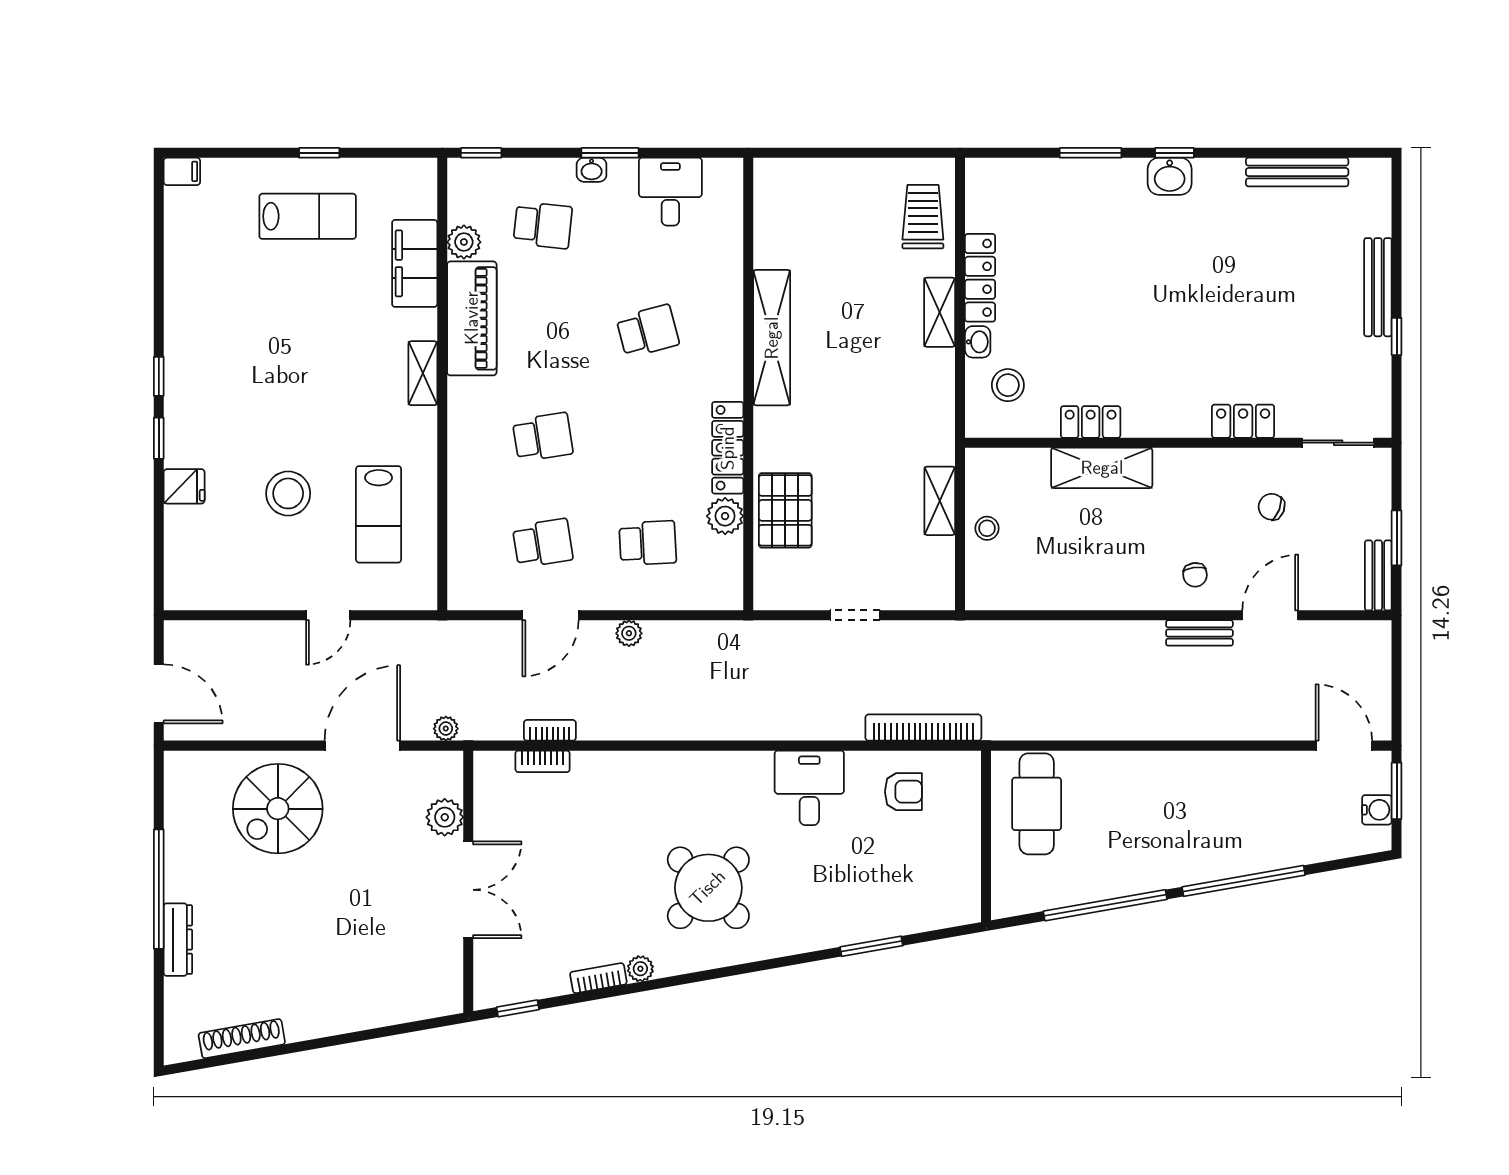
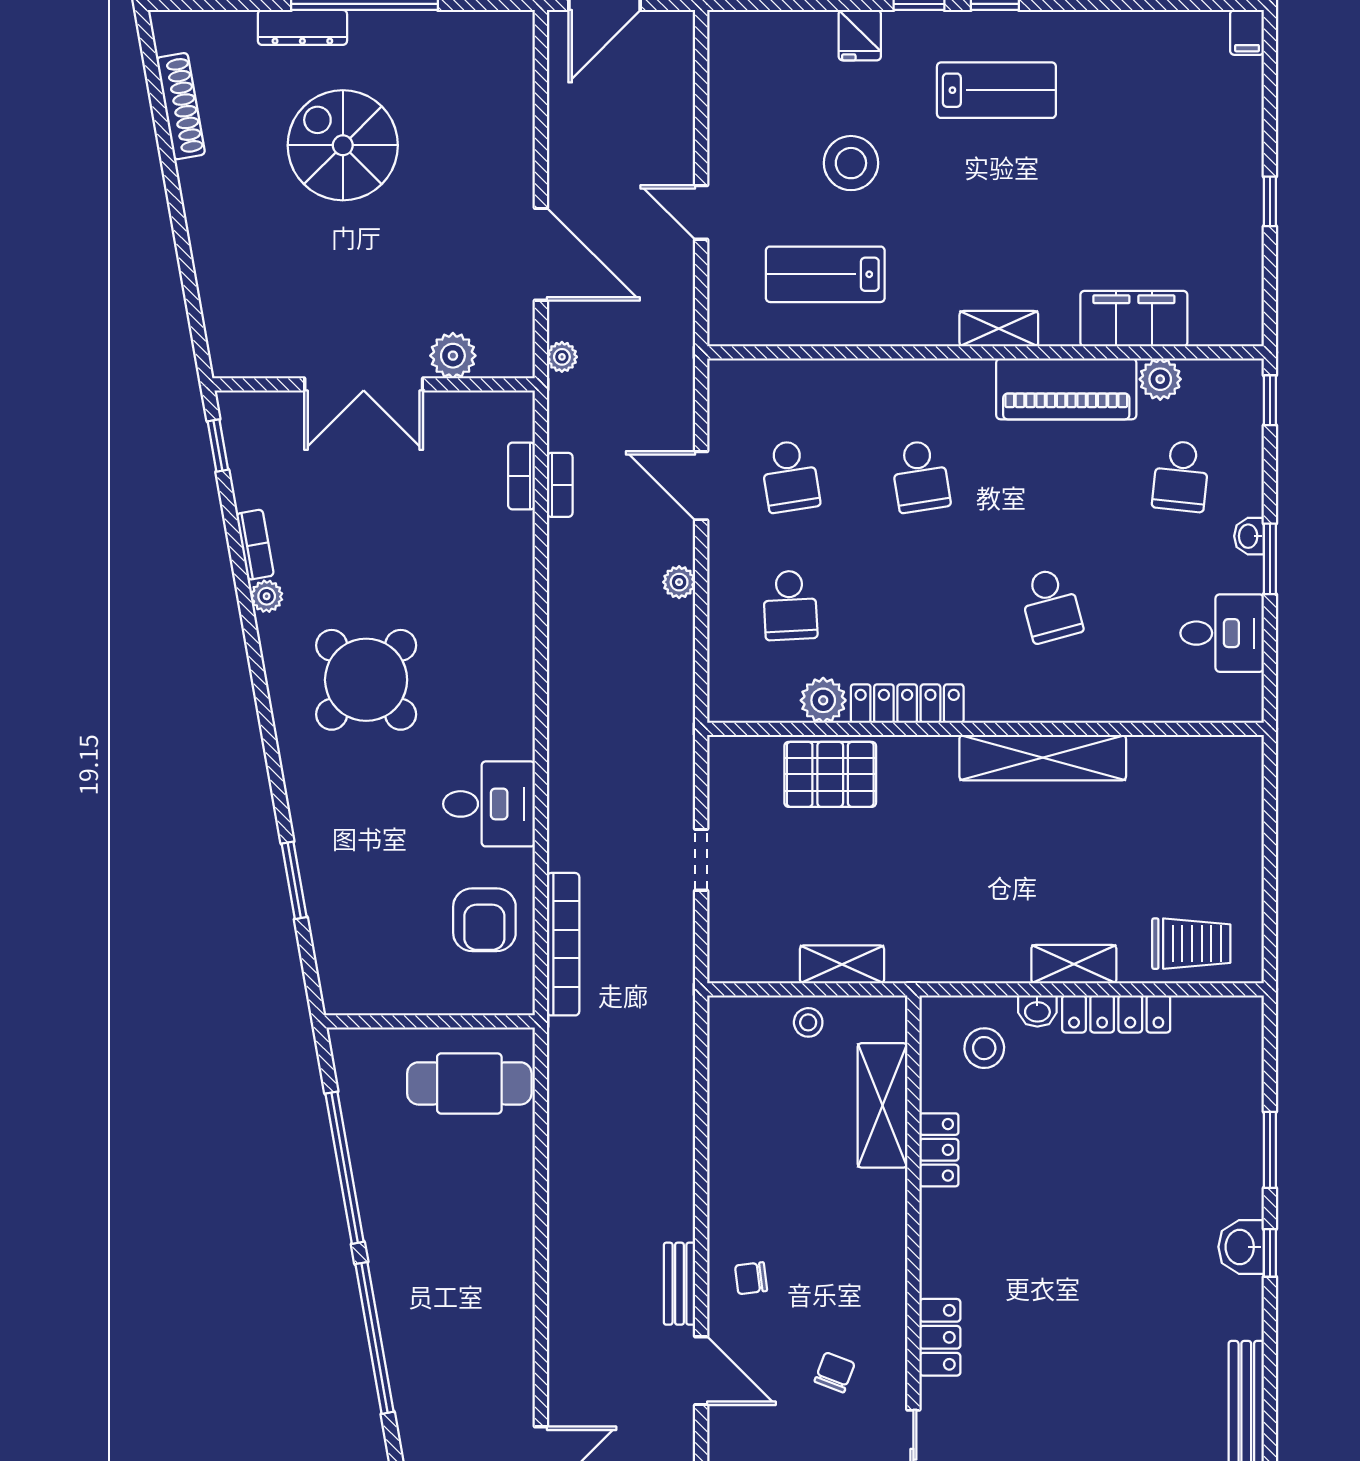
lab bench: (308, 216) -> (996, 90), moved, turned -90
shelving: (1102, 468) -> (882, 1105), moved
armchair: (903, 792) -> (484, 920), width x1.38, depth x1.38
spiral stairs: (278, 809) -> (343, 145), moved

